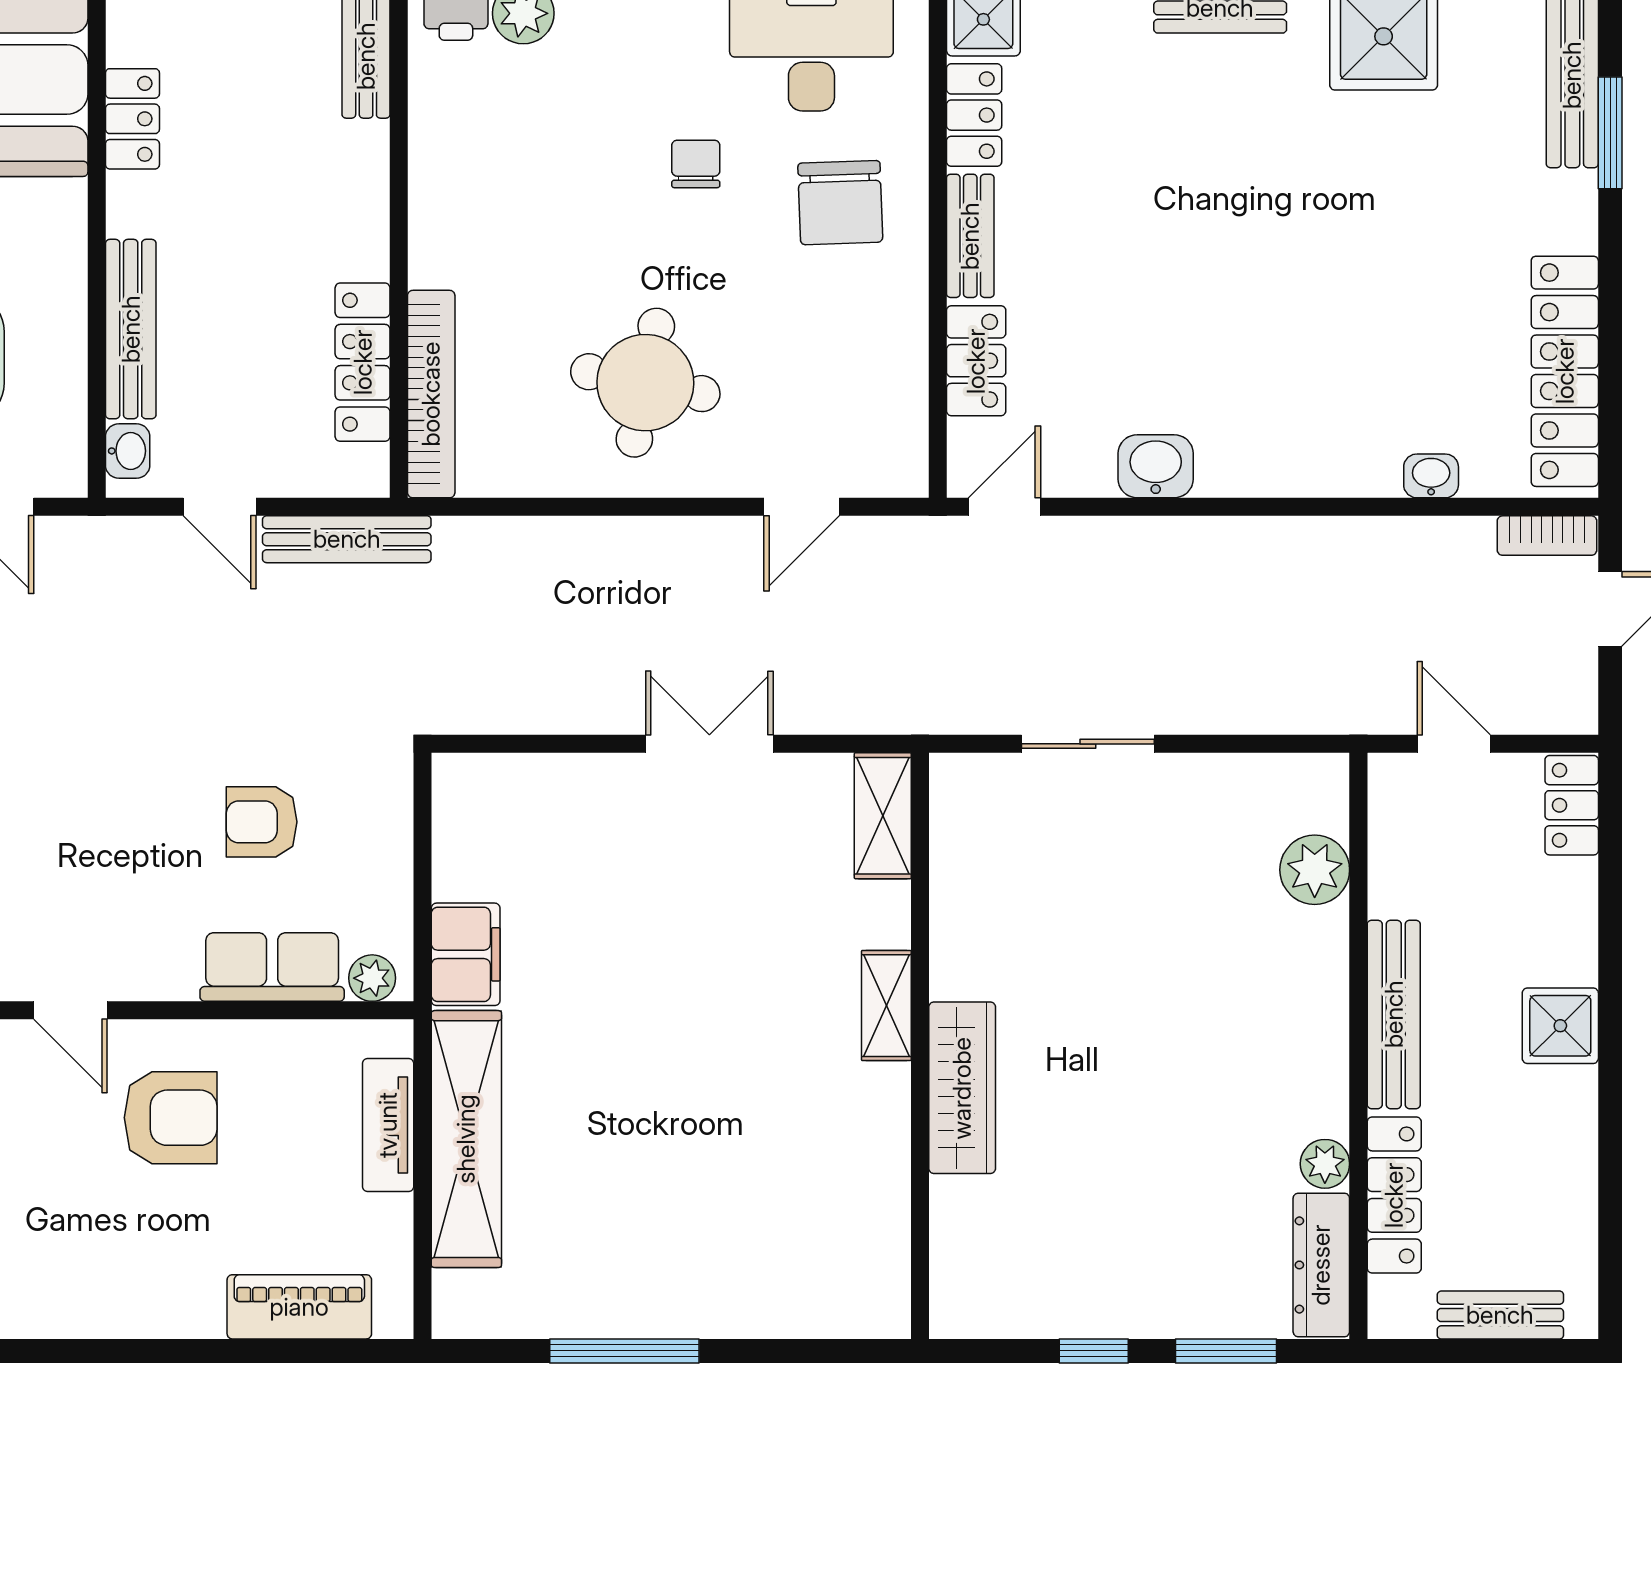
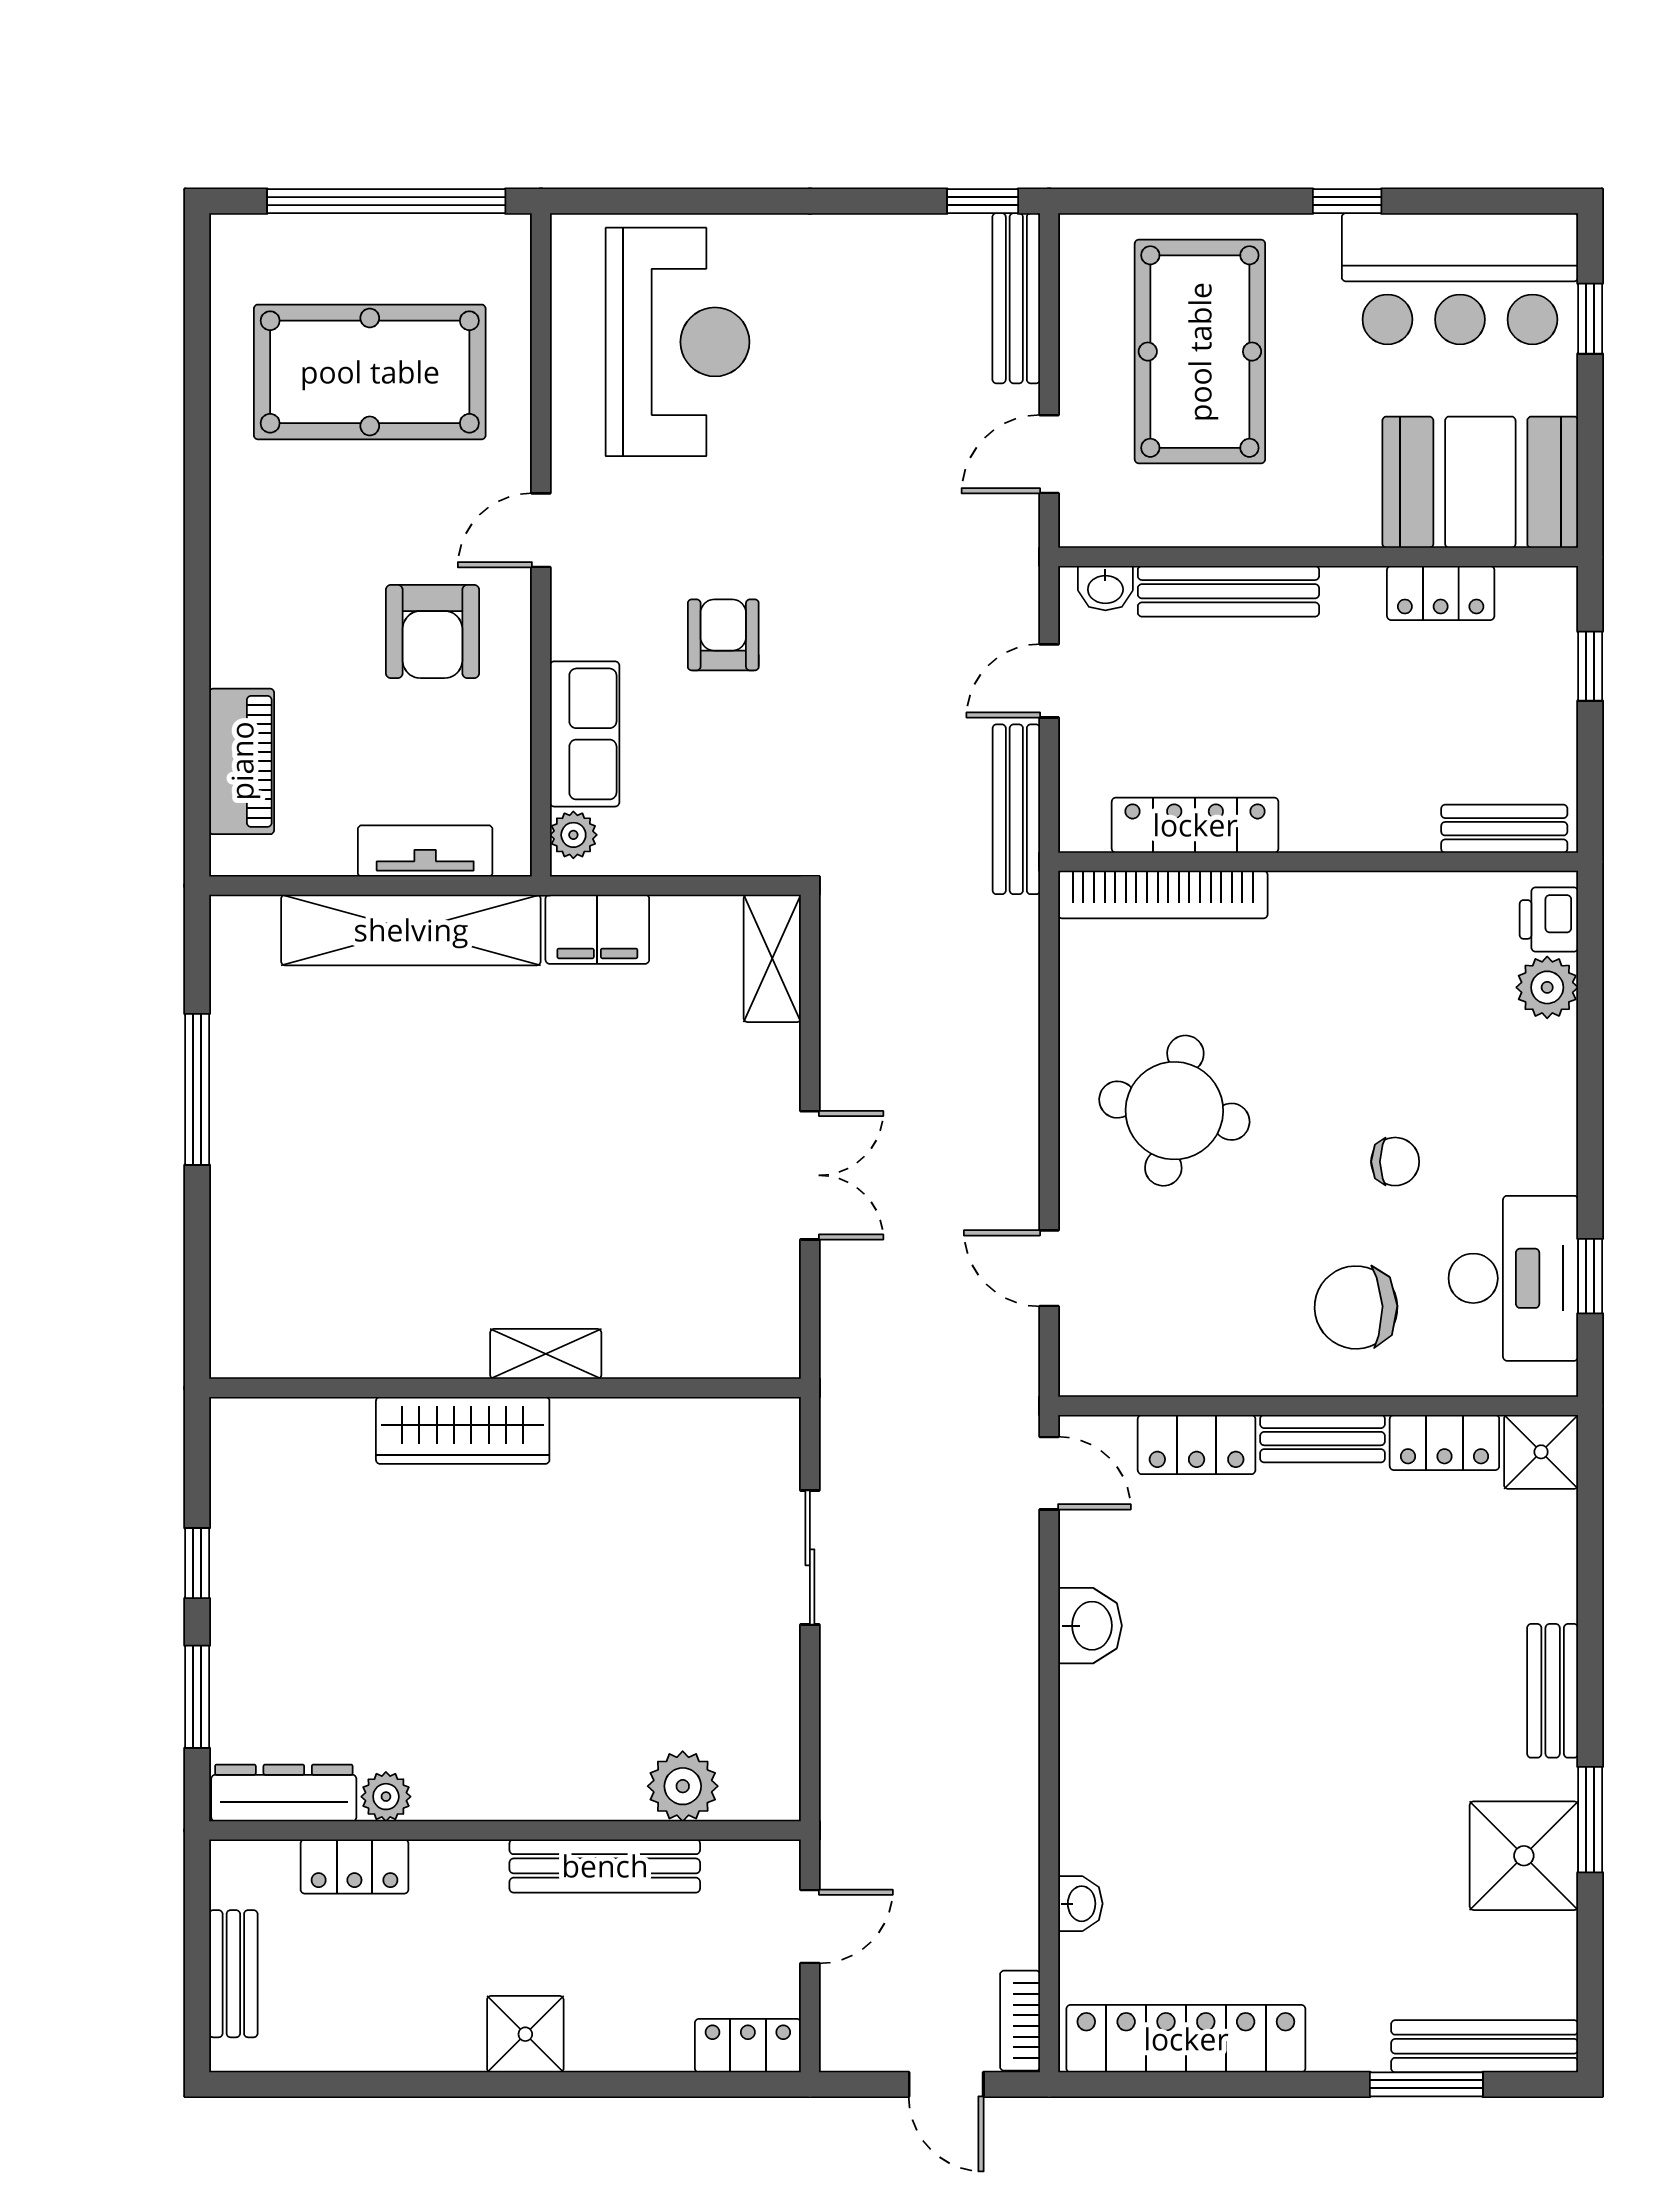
shelving: (883, 816) -> (772, 958), moved, turned 90
armchair: (262, 822) -> (723, 635), moved
bench: (1394, 1014) -> (605, 1866), moved
locker: (1394, 1195) -> (354, 1866), width x0.66

